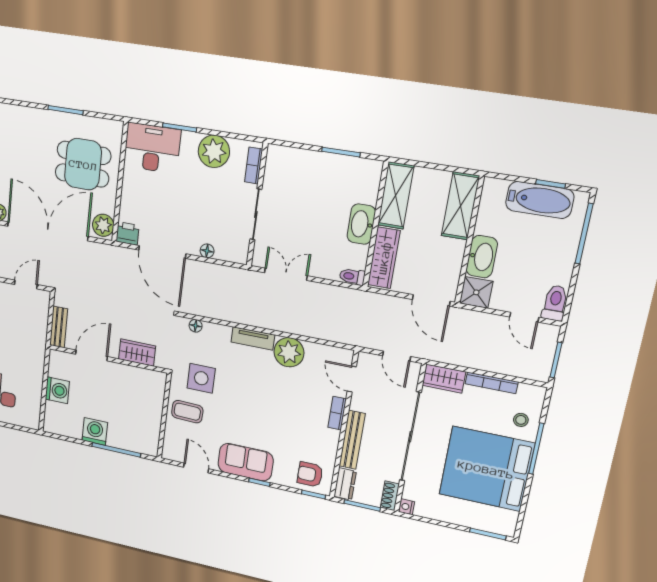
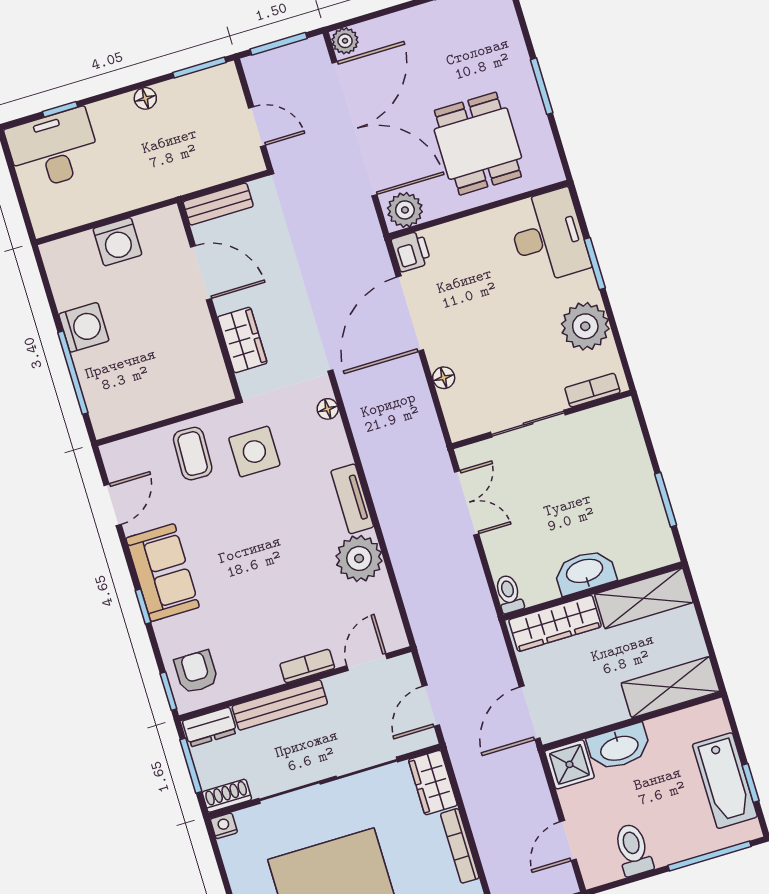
toilet: (555, 303) -> (633, 850), moved, turned -90

